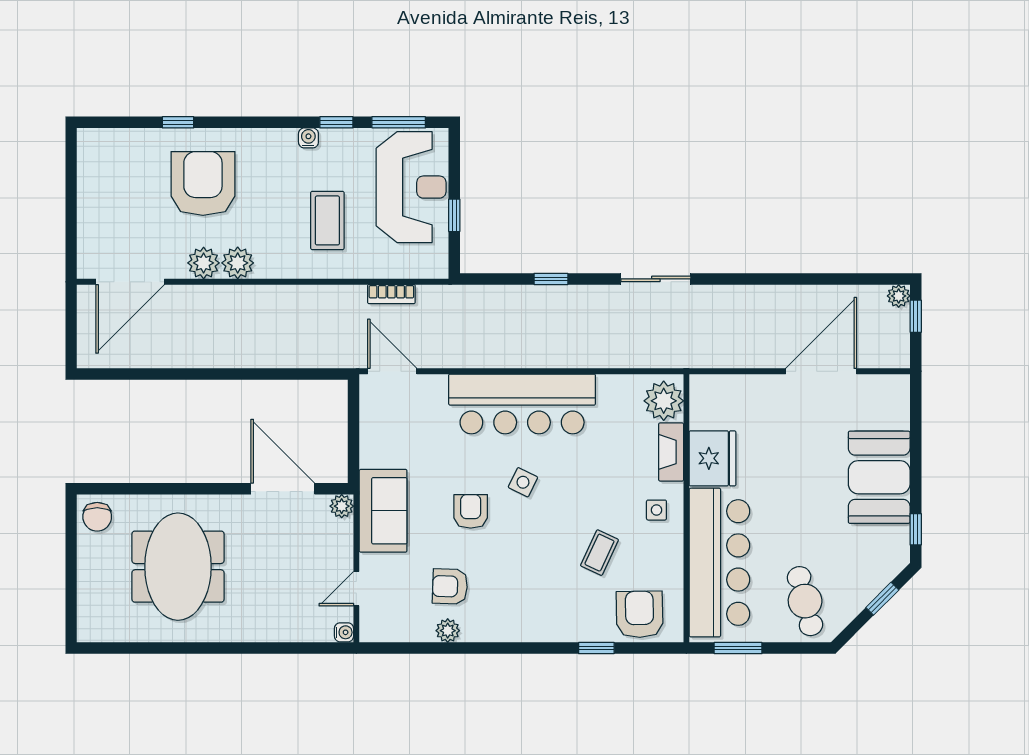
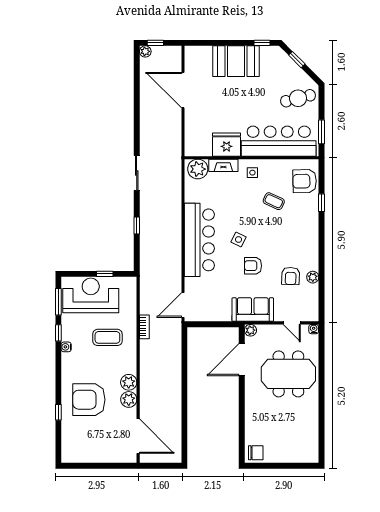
bookcase: (391, 294) -> (144, 327), moved
meeting table: (178, 567) -> (288, 374), moved

